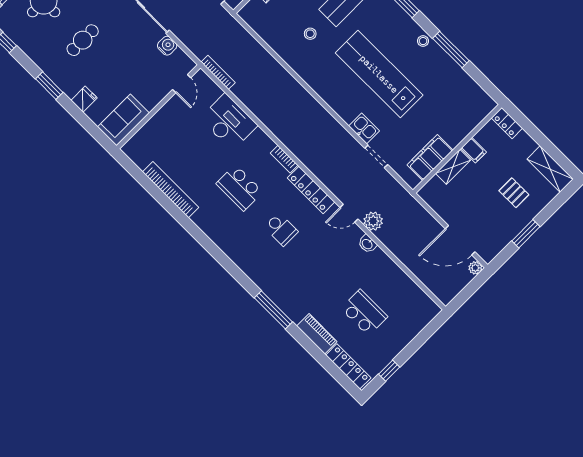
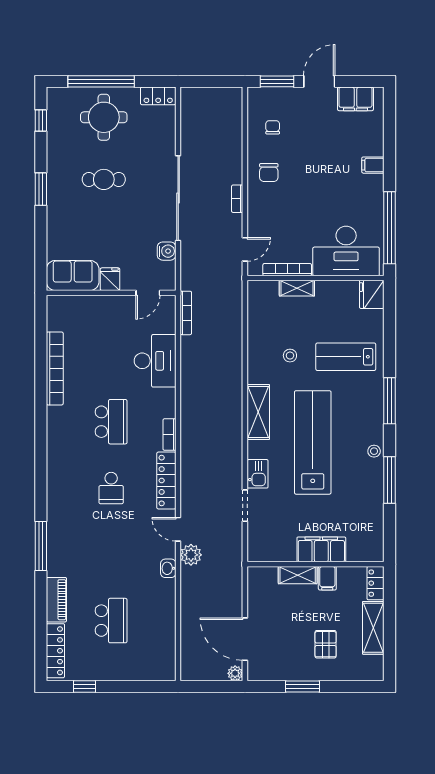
shelving: (326, 89) -> (258, 412), added
fridge: (84, 99) -> (110, 279), moved, turned -90
filing cabinet: (430, 157) -> (321, 549), moved
shelving: (550, 169) -> (373, 628), moved
school desk: (239, 188) -> (111, 422), turned 180

